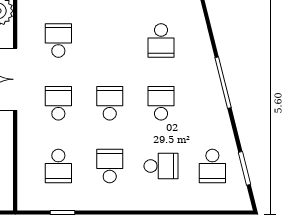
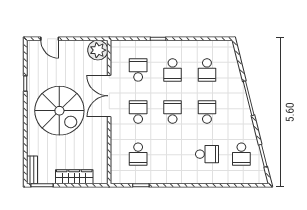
school desk: (110, 166) -> (173, 70), moved, turned 180

